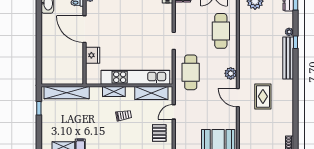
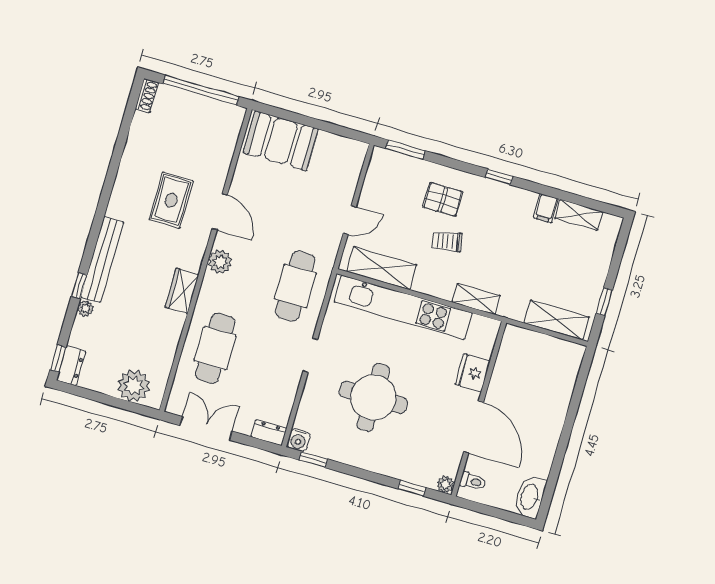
round table: (137, 29) -> (373, 397), added
wardrobe: (245, 54) -> (182, 291), added
shelving: (114, 92) -> (476, 299), moved
shelving: (67, 93) -> (556, 320), width x0.68
pallet: (159, 133) -> (443, 199), moved, turned 90

